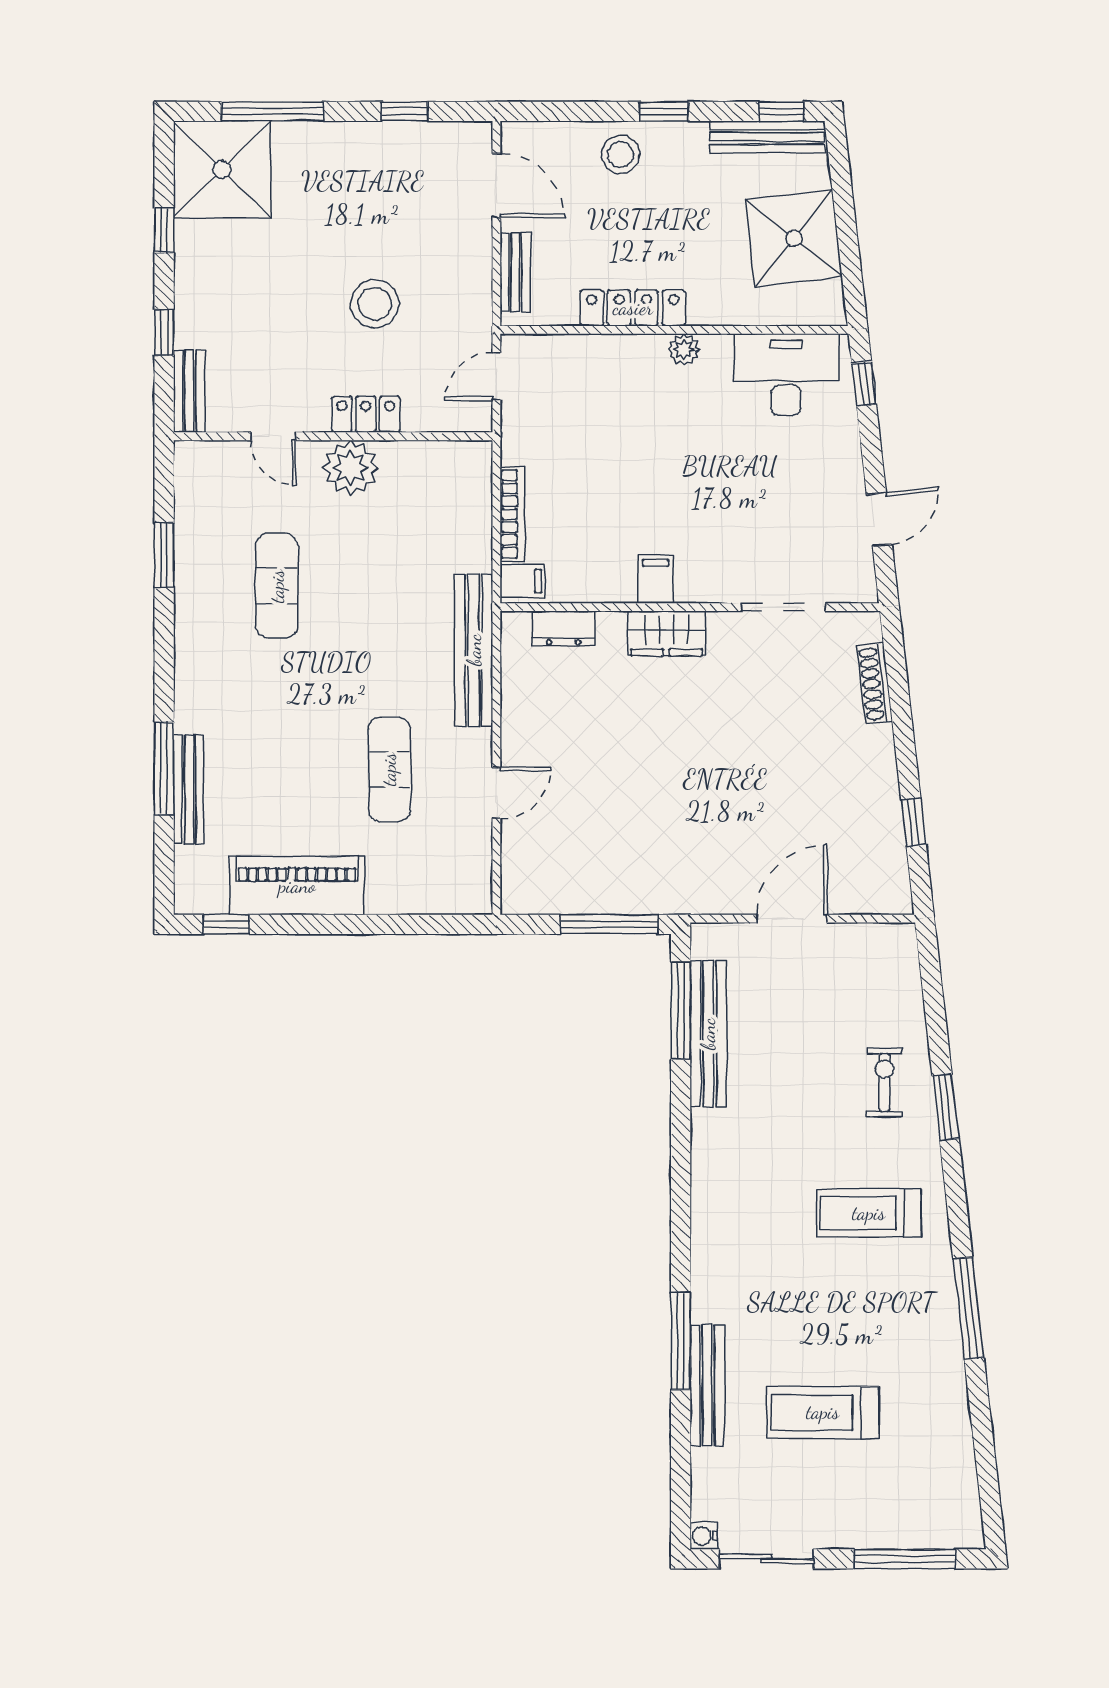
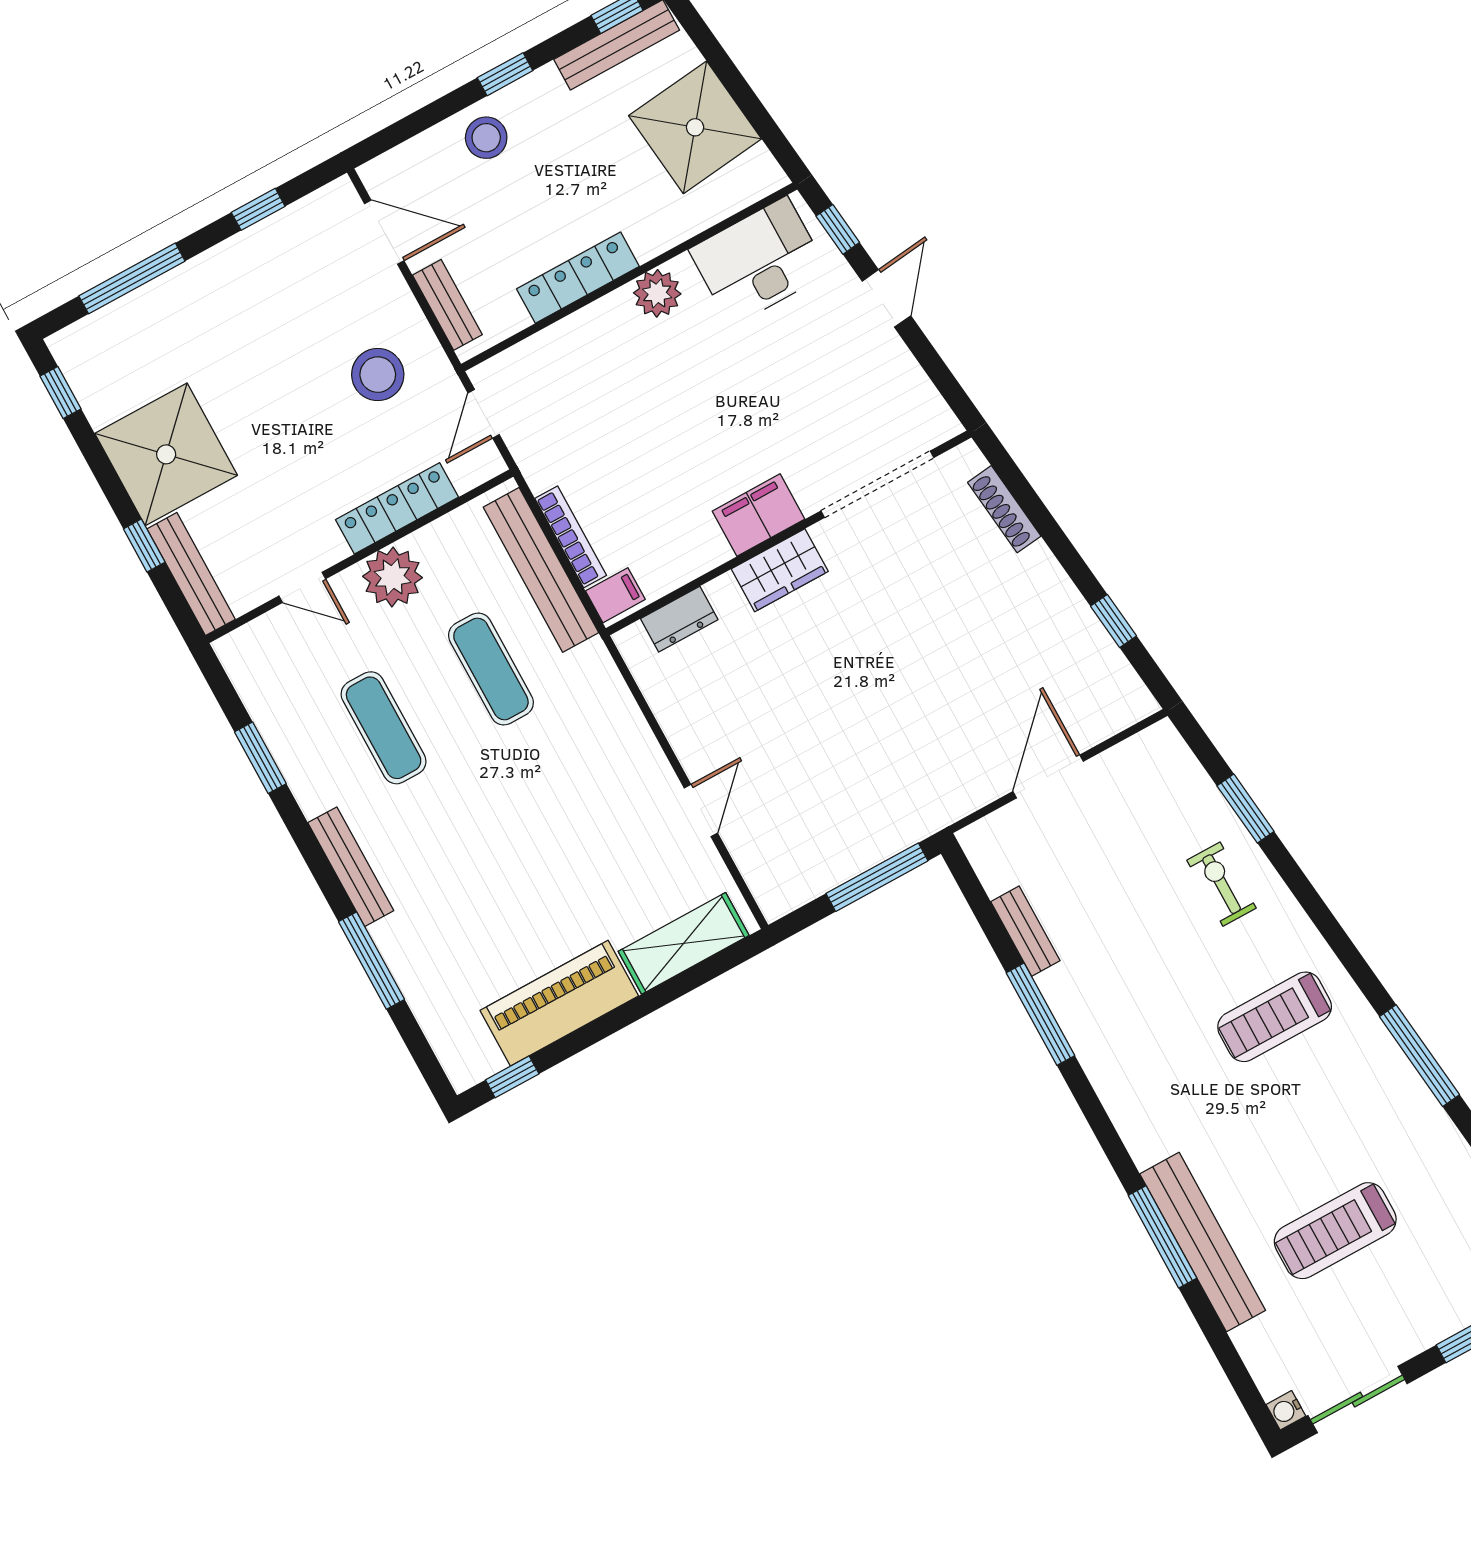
shower: (222, 169) -> (166, 454), moved
window: (164, 230) -> (60, 393), moved
stool: (375, 304) -> (378, 375), moved
plant: (684, 350) -> (657, 293), width x1.38, depth x1.38
bench: (189, 391) -> (191, 574), width x1.36
locker: (366, 414) -> (397, 508), width x1.53
door: (879, 519) -> (886, 298), moved
filing cabinet: (656, 580) -> (759, 515), width x2.00
doorway: (783, 607) -> (877, 484), width x1.36
bench: (474, 650) -> (541, 570), moved
exercise mat: (389, 769) -> (491, 669), moved
bench: (189, 789) -> (351, 867), moved
shelving: (424, 892) -> (684, 943), added
window: (681, 1011) -> (1041, 1014), moved
bench: (708, 1034) -> (1025, 931), width x0.54, depth x0.82
window: (946, 1107) -> (1246, 809), moved
bench: (707, 1385) -> (1203, 1242), width x1.37, depth x1.21

